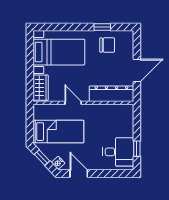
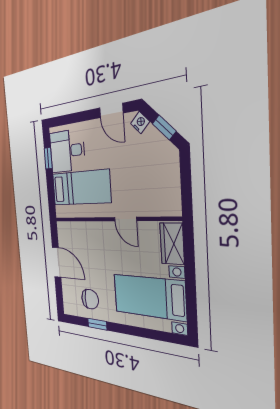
chair: (107, 45) -> (90, 299), turned 180
door: (137, 70) -> (57, 262), swing flipped
dresser: (111, 94) -> (81, 232), removed
bed: (58, 132) -> (81, 188), moved, turned 180

